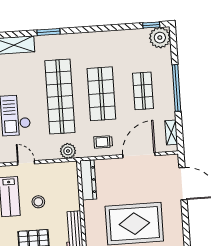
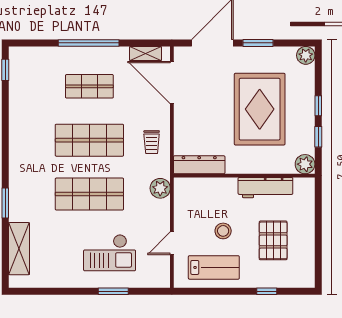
plant: (160, 38) -> (22, 60), removed
shop shelf: (60, 97) -> (89, 194), width x0.71
door: (139, 155) -> (172, 83), moved
window: (185, 219) -> (258, 43), added

